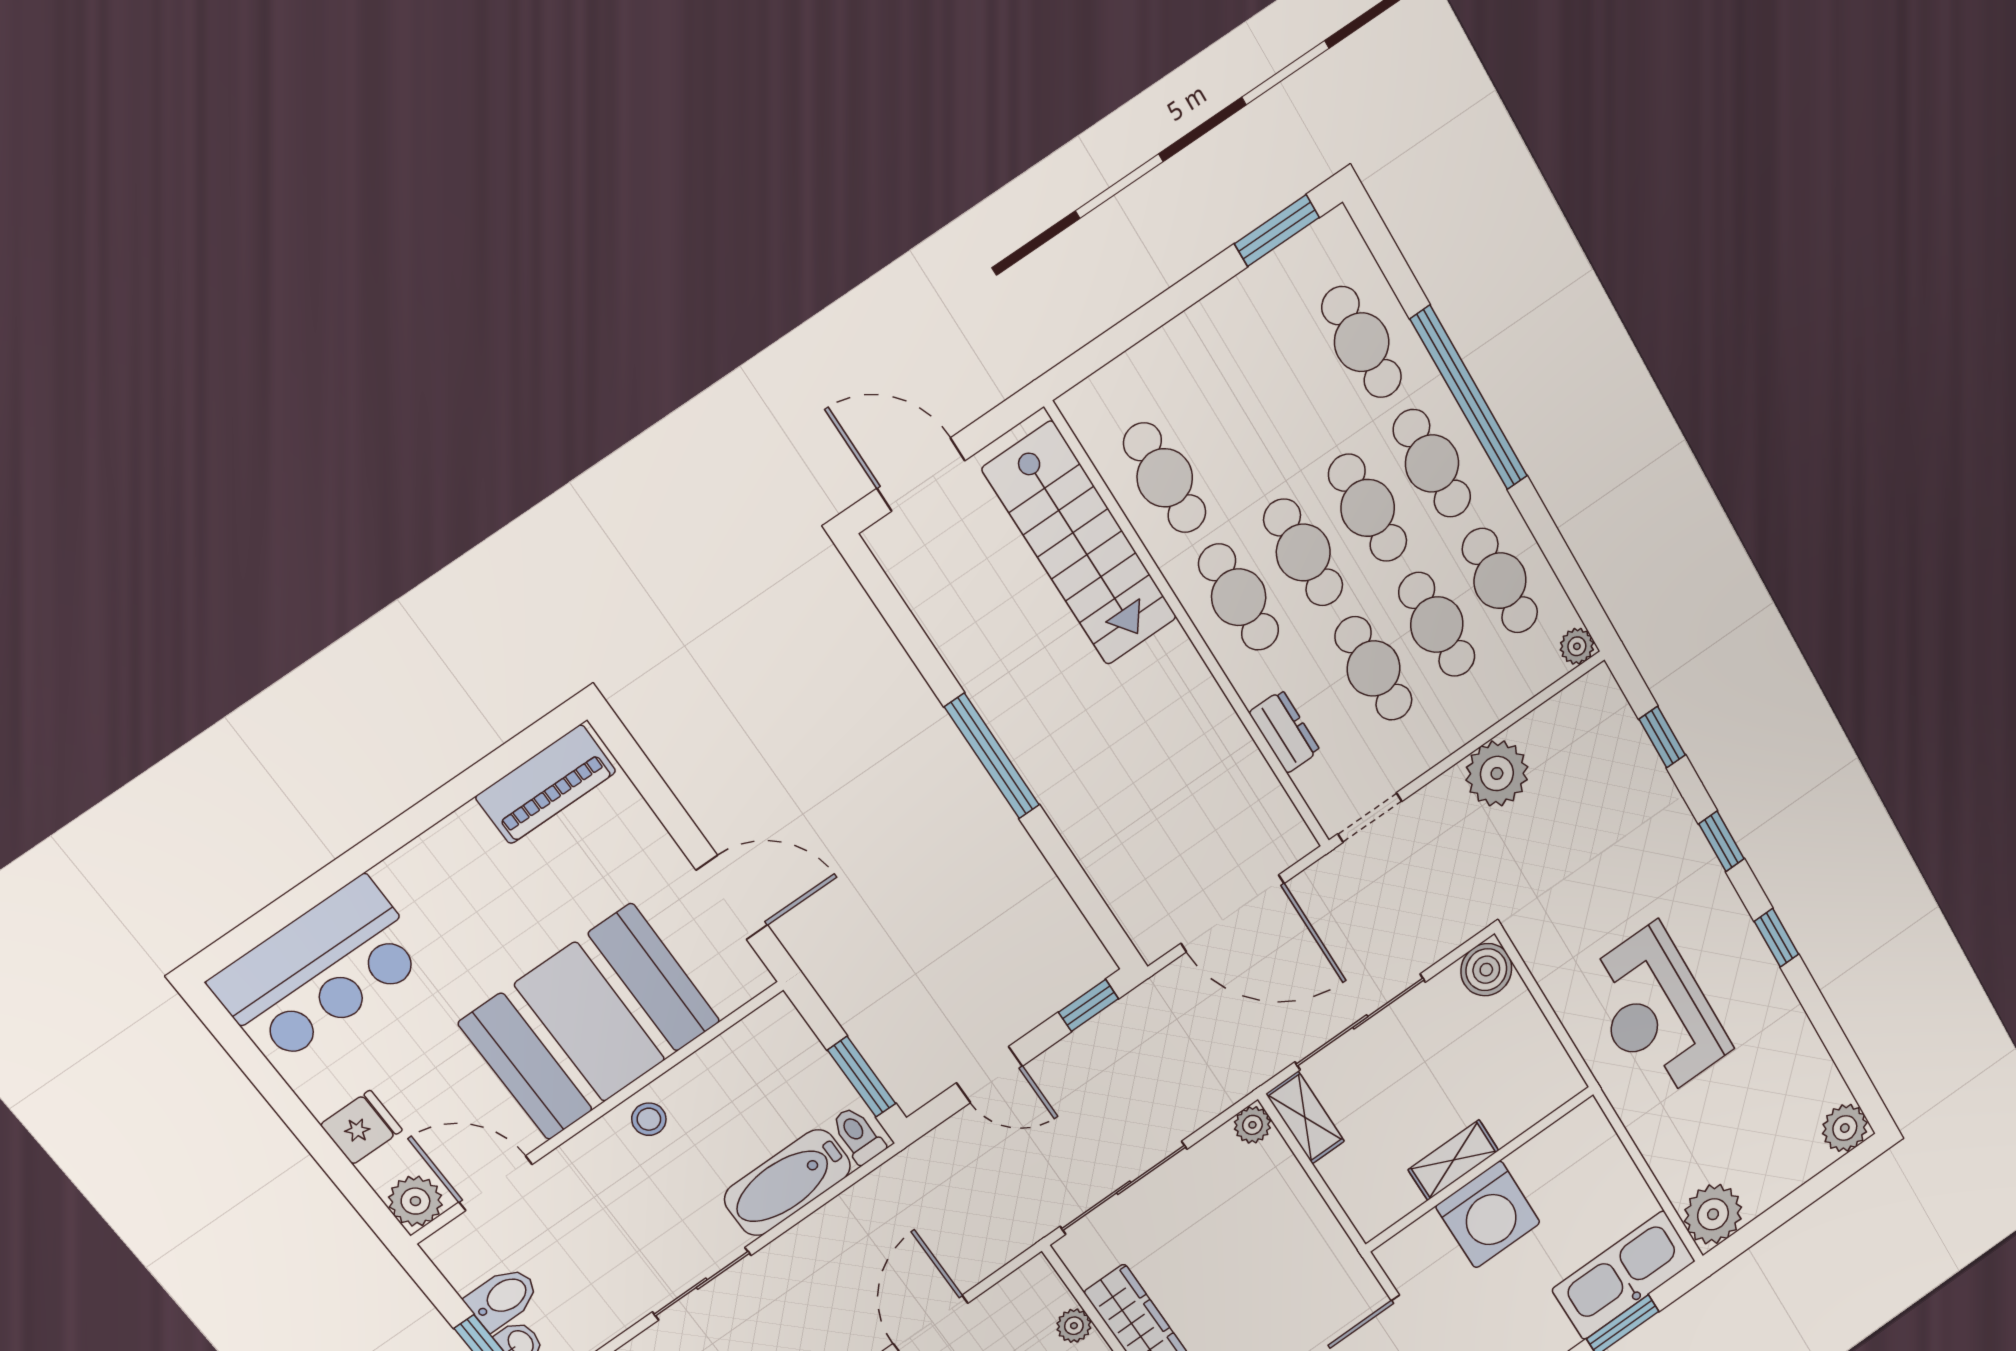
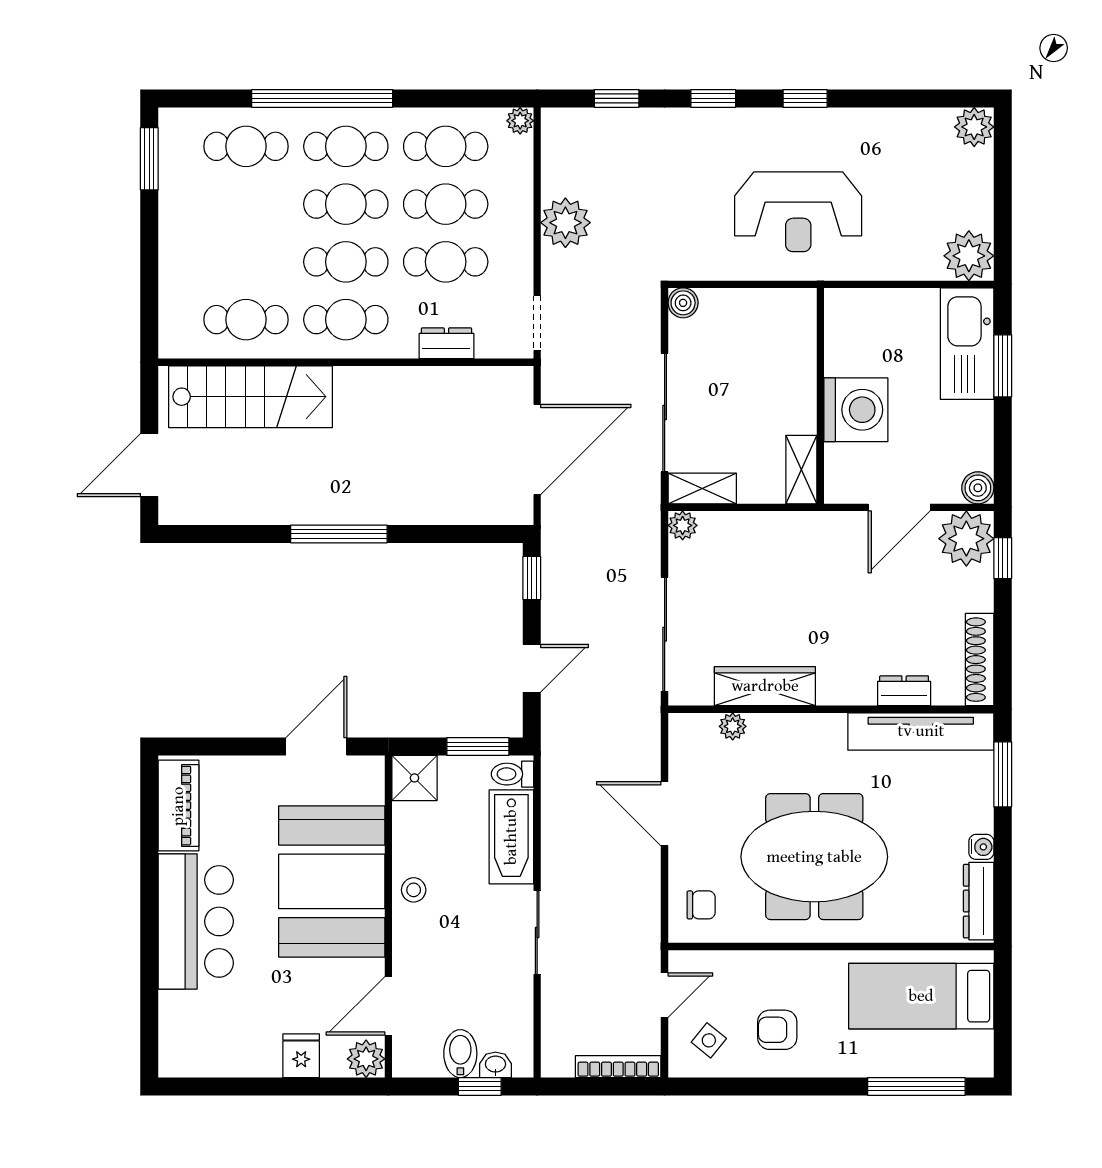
boiler: (1486, 970) -> (683, 303), width x0.73, depth x0.73
bar counter: (319, 971) -> (196, 921), moved
shower: (776, 1032) -> (414, 778), added
shelving: (1453, 1160) -> (801, 470), moved

